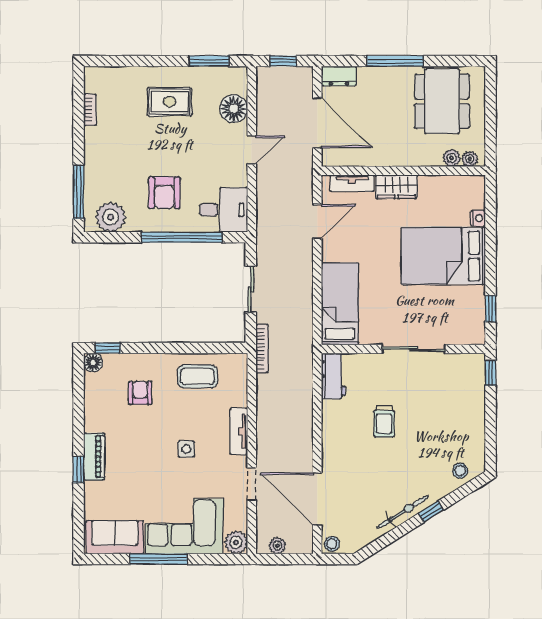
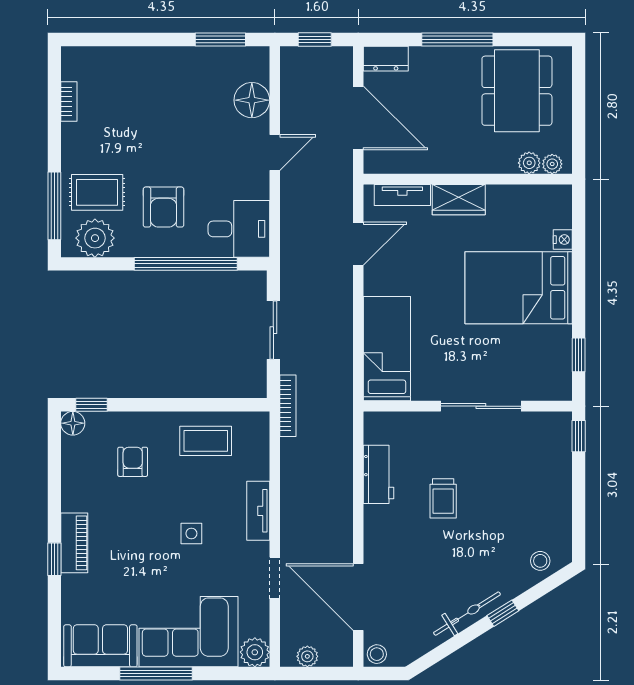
rug: (169, 102) -> (97, 192), moved
workbench: (333, 376) -> (379, 474), moved

